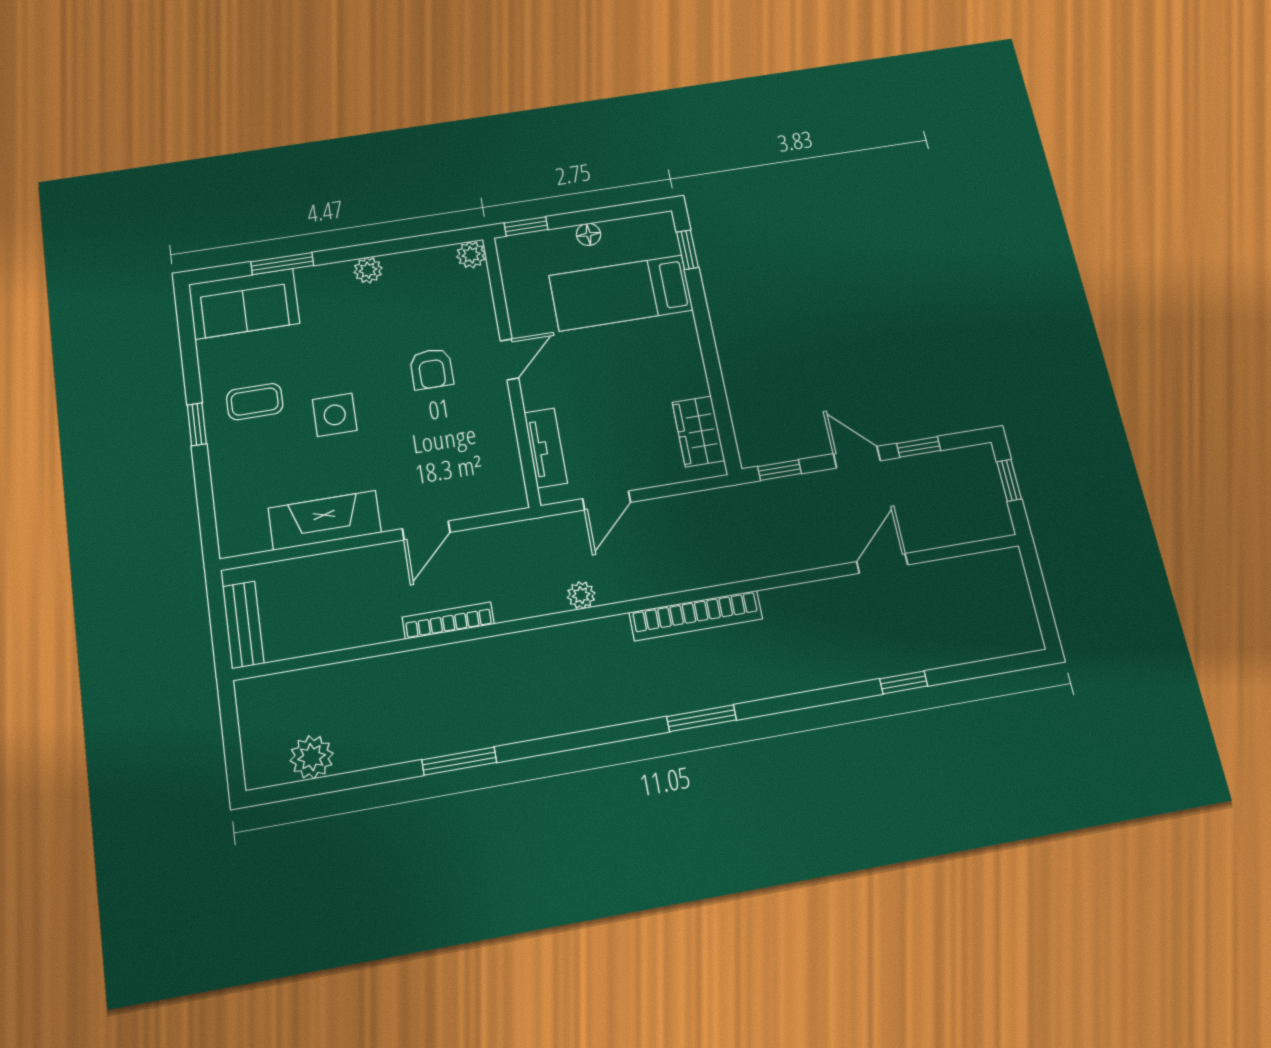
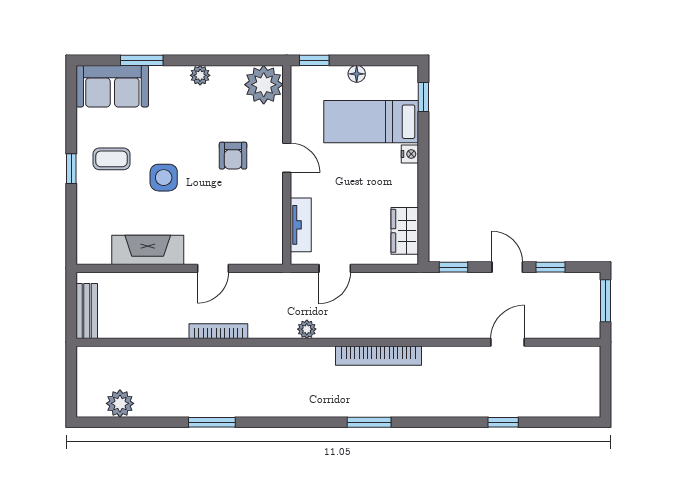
plant: (471, 255) -> (264, 85), width x1.88, depth x1.88
nightstand: (684, 327) -> (410, 154), added
door: (509, 359) -> (287, 158), hinge flipped
window: (1009, 480) -> (606, 301), width x1.50

